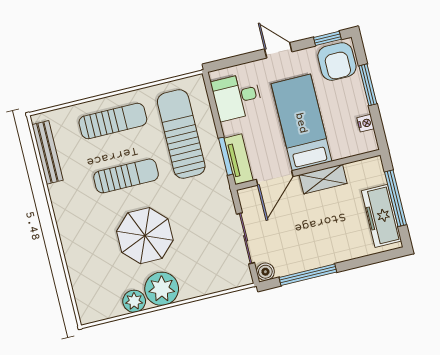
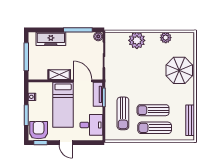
sun lounger: (181, 134) -> (123, 113), width x0.73, depth x0.75
sun lounger: (126, 176) -> (153, 110), moved
door: (275, 178) -> (83, 81), hinge flipped
freezer: (381, 216) -> (51, 39), moved, turned 90
parasol: (145, 236) -> (179, 70), moved
plant: (162, 289) -> (137, 40), moved

